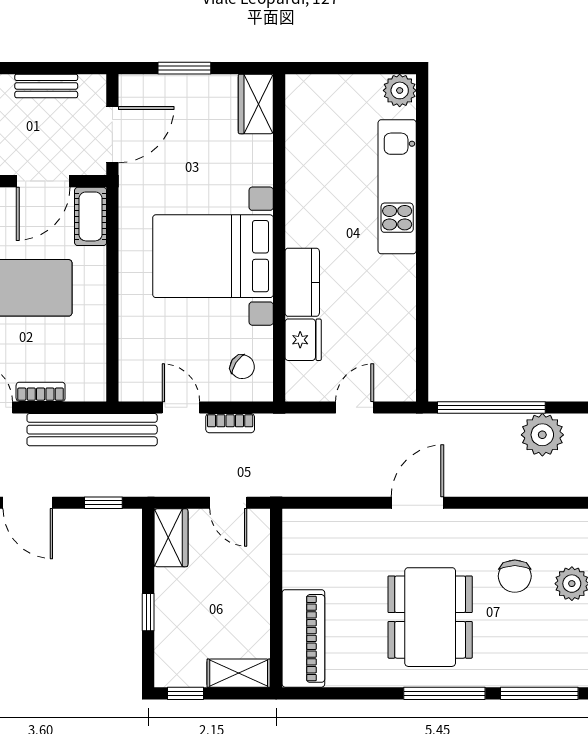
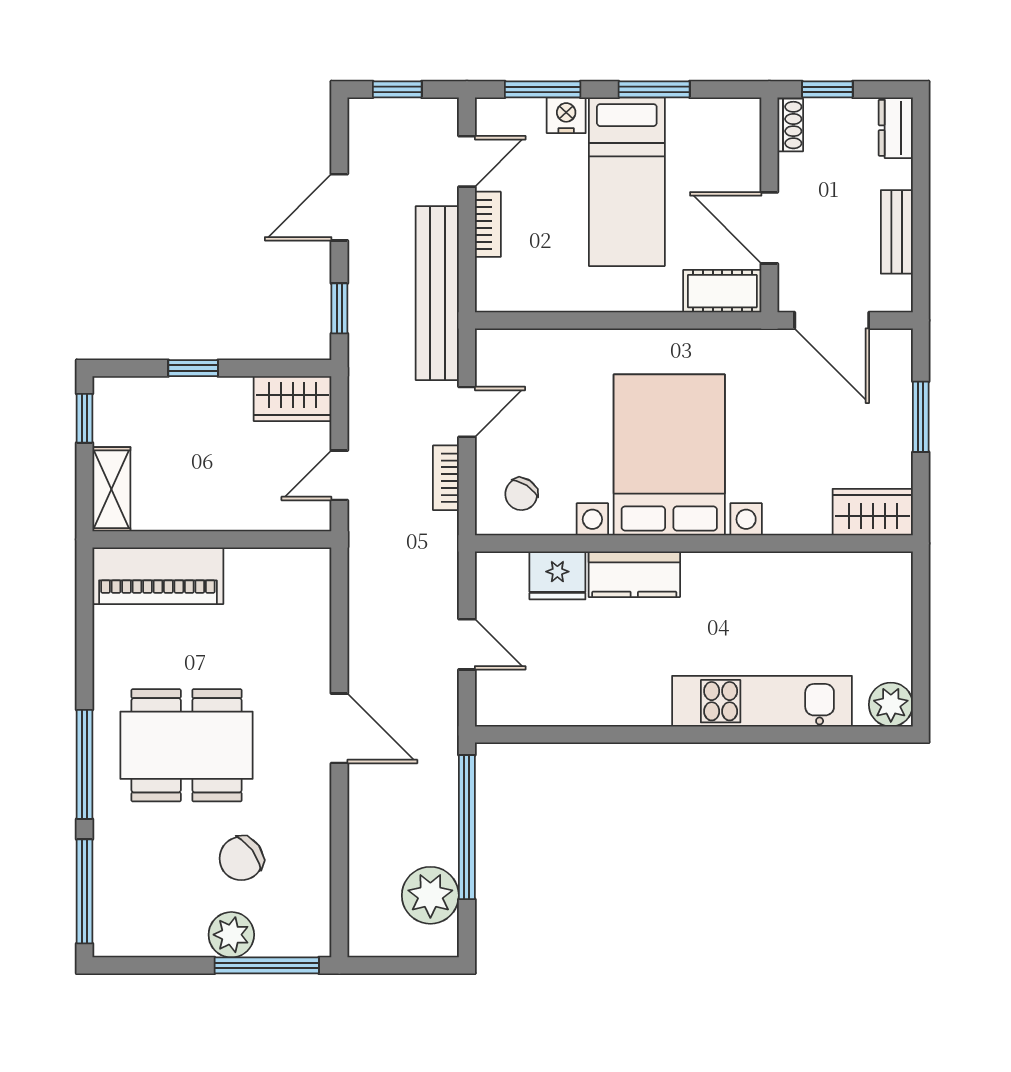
chair: (515, 576) -> (241, 858), turned -36

